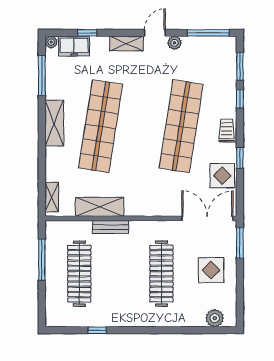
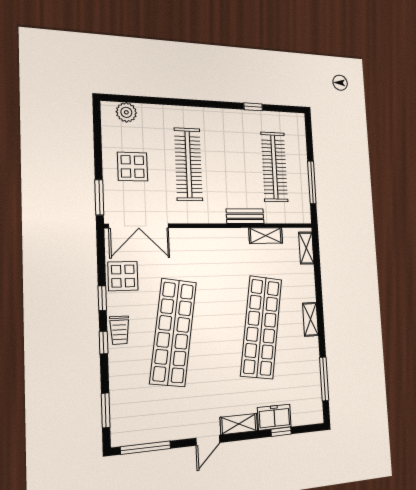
plant: (51, 42) -> (317, 417), removed
plant: (174, 43) -> (185, 431), removed
freezer: (74, 46) -> (274, 417), moved
window: (240, 99) -> (104, 343), moved
shelving: (54, 123) -> (310, 319), width x0.67, depth x0.75
shelving: (100, 207) -> (266, 236), width x0.67, depth x0.75

